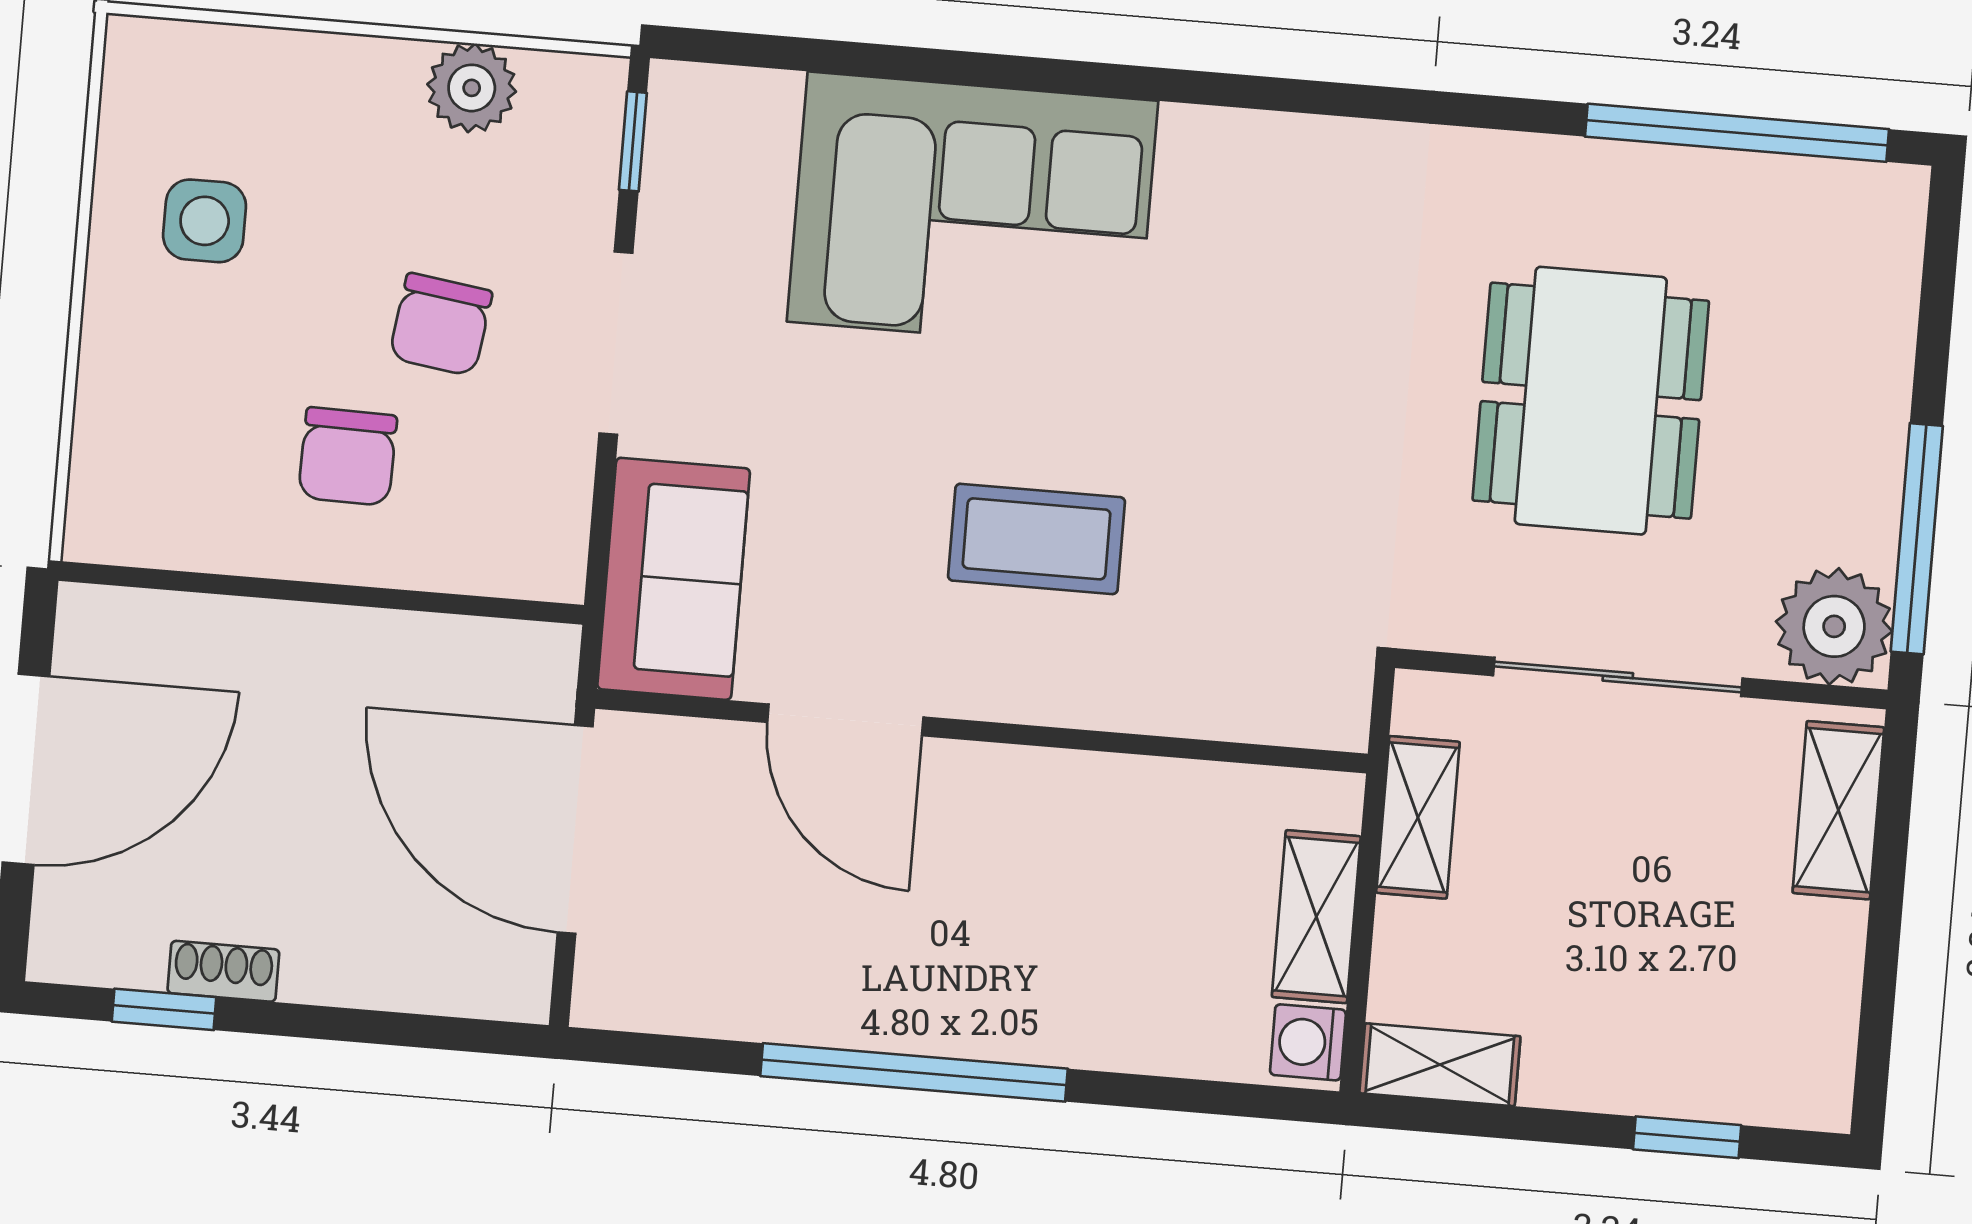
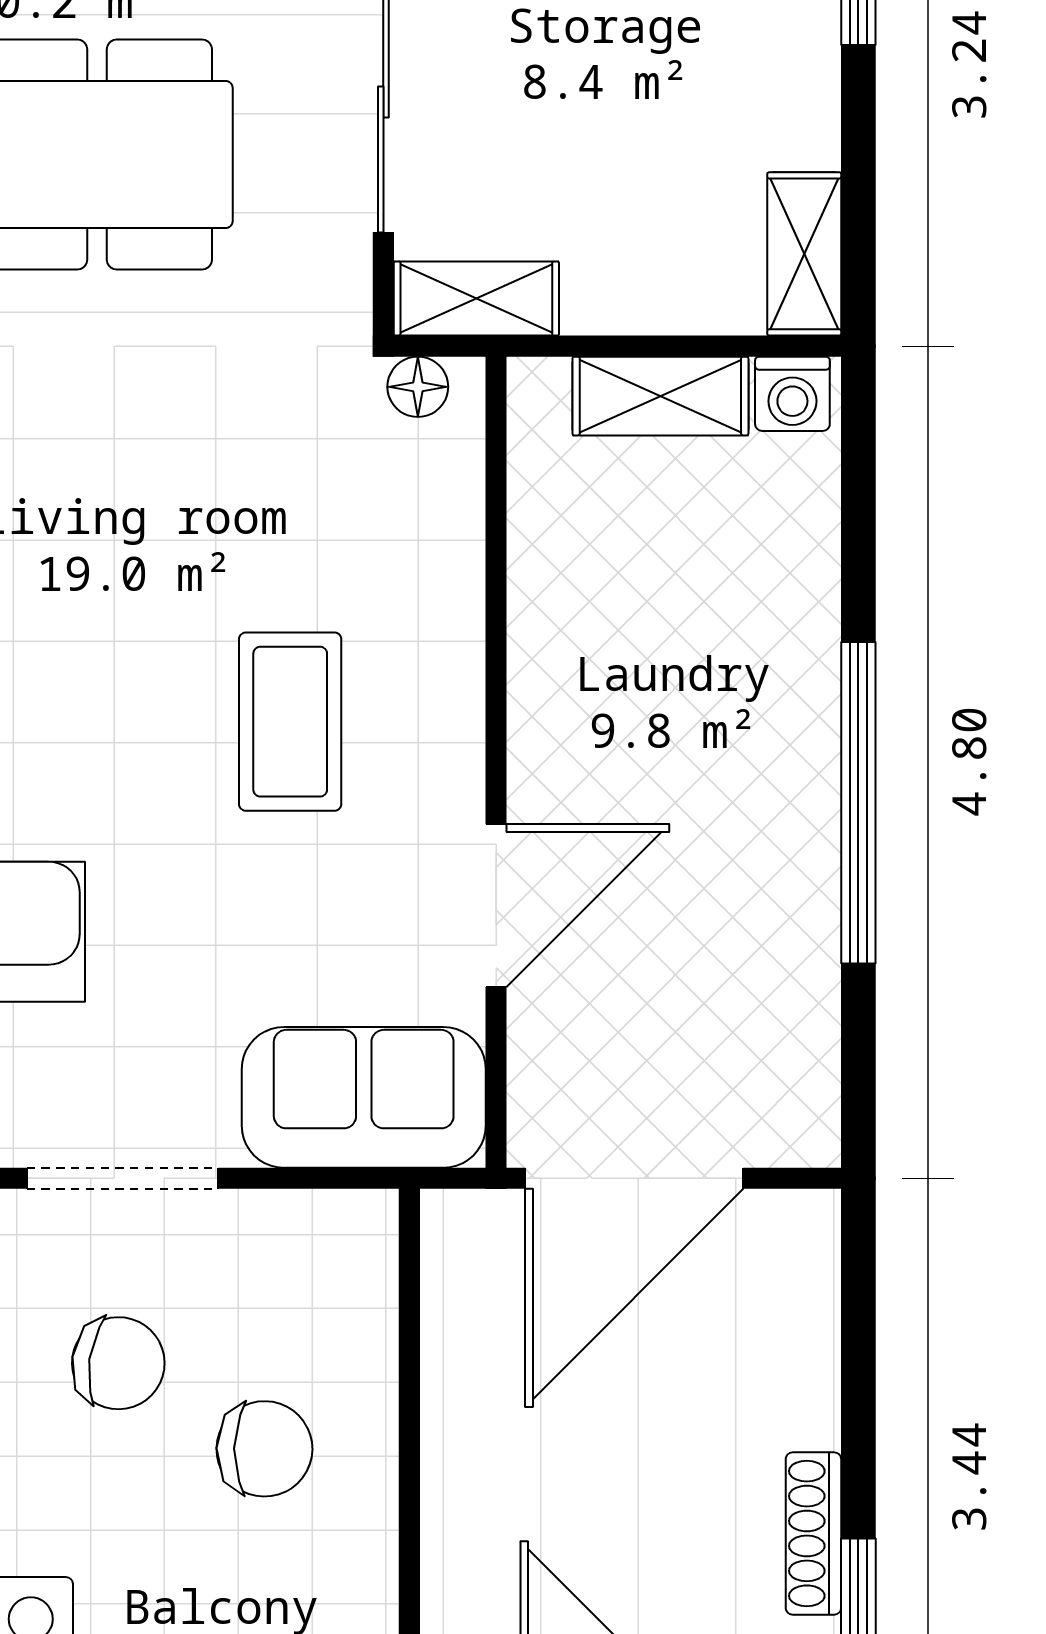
floor lamp: (1344, 687) -> (418, 387), added
shelving: (1418, 817) -> (476, 299), moved
shoe rack: (223, 971) -> (813, 1533), width x1.43

